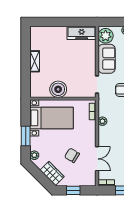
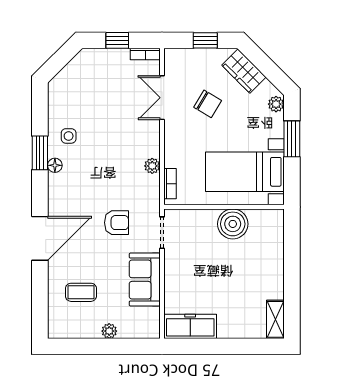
plant: (106, 36) -> (147, 321), removed
shelving: (35, 61) -> (275, 319), moved

